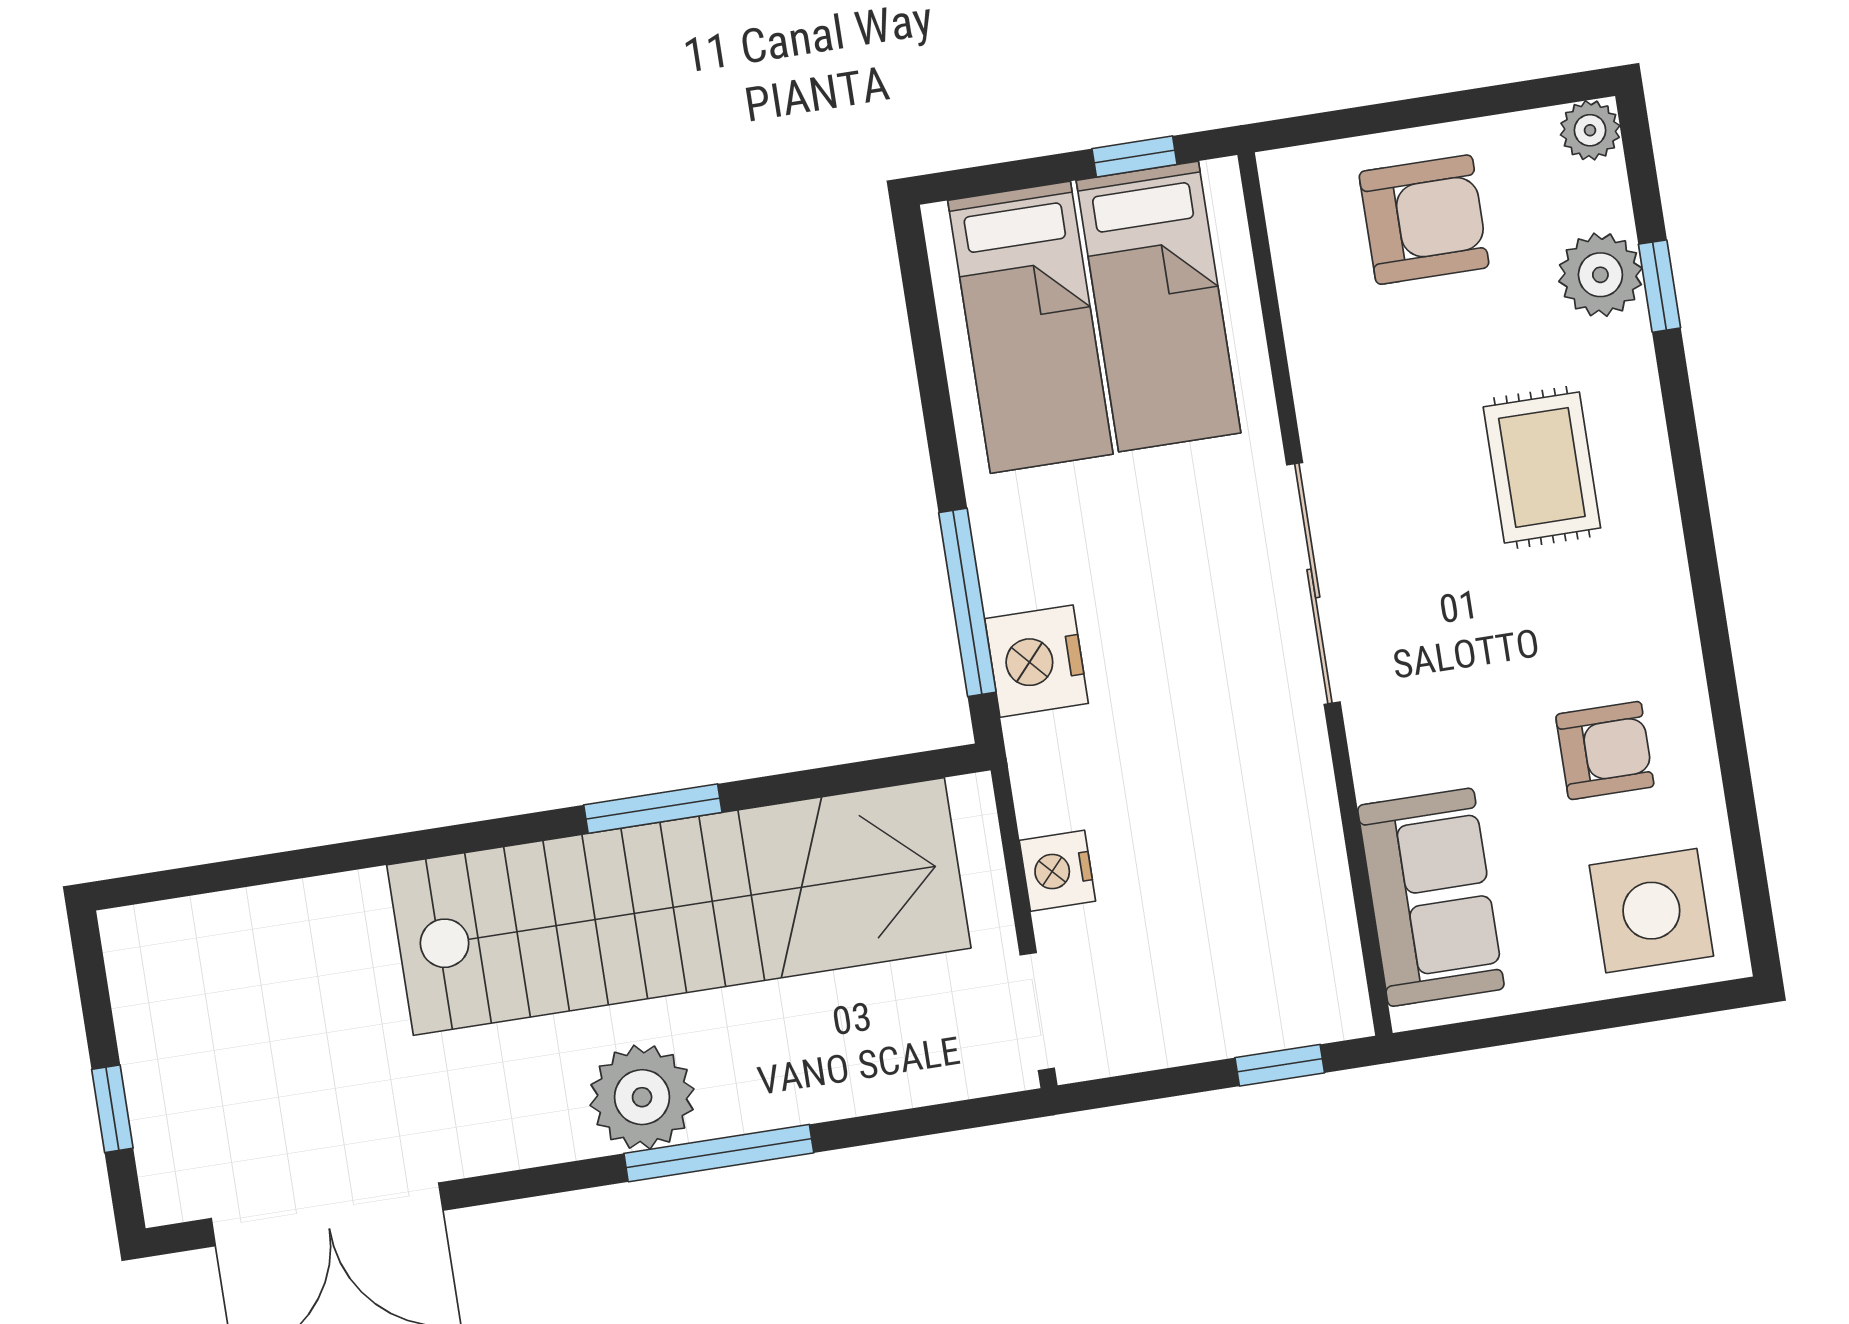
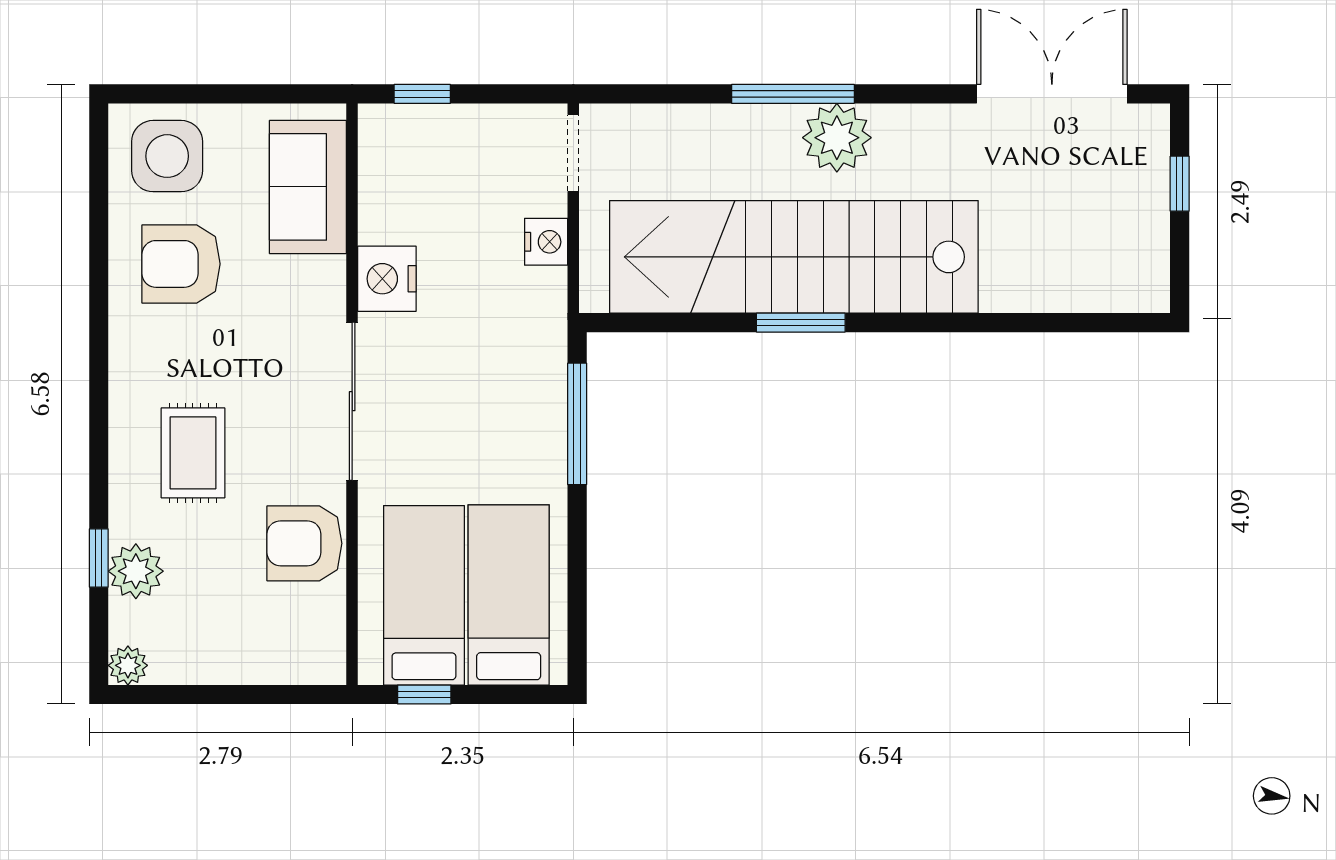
armchair: (1424, 220) -> (304, 543), moved
nightstand: (1036, 661) -> (387, 279), moved, turned 180
armchair: (1605, 751) -> (181, 264), width x1.38, depth x1.38

